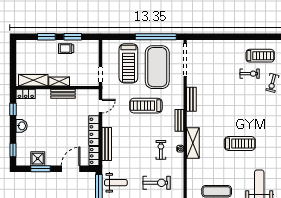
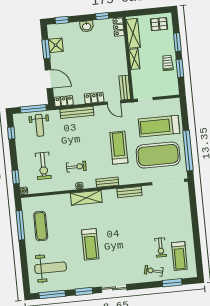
pallet: (27, 53) -> (159, 24), added
bench: (63, 94) -> (125, 88), moved
locker: (94, 131) -> (94, 98), width x0.66

